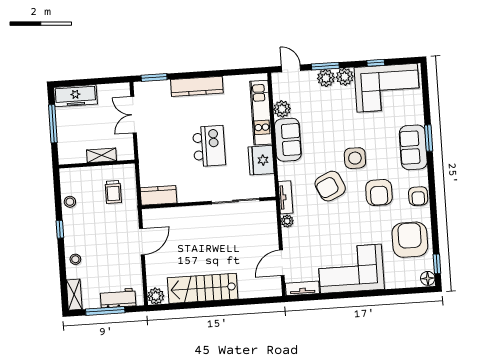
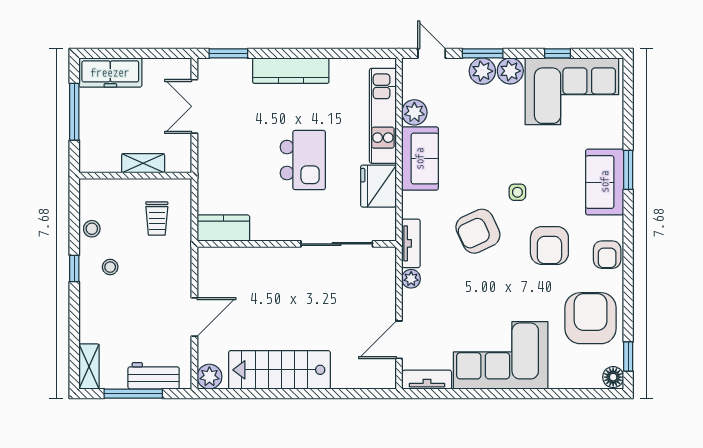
side table: (355, 158) -> (517, 192), width x0.54, depth x0.54
door: (142, 242) -> (194, 317), moved
stool: (75, 259) -> (110, 267), moved

